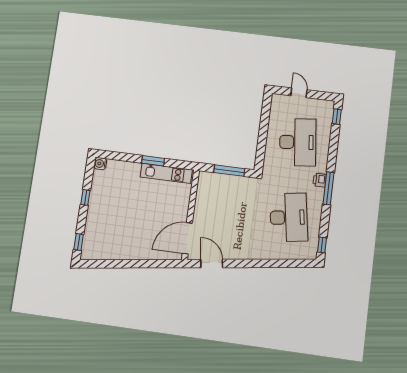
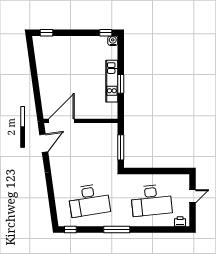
window: (337, 117) -> (177, 229), removed
kitchen unit: (166, 173) -> (112, 81), moved
printer: (320, 180) -> (180, 222), moved
window: (85, 197) -> (106, 33), moved
door: (187, 238) -> (61, 121), hinge flipped

